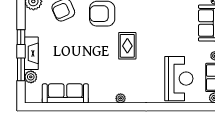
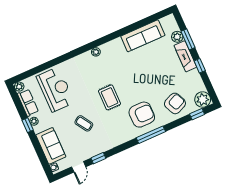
coffee table: (165, 31) -> (84, 123), added
reception desk: (179, 79) -> (55, 89), turned 180

